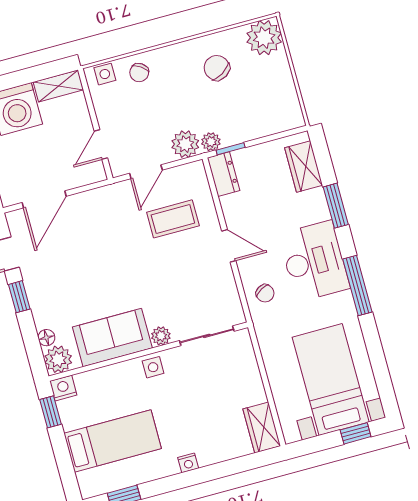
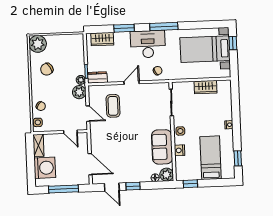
plant: (161, 336) -> (166, 124), removed
nightstand: (63, 388) -> (180, 150), moved
wardrobe: (262, 427) -> (206, 87), moved

